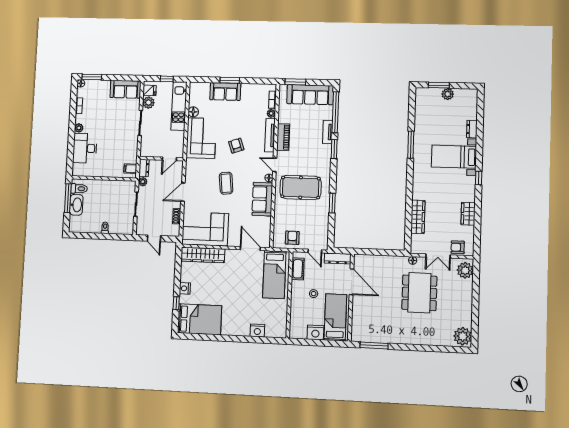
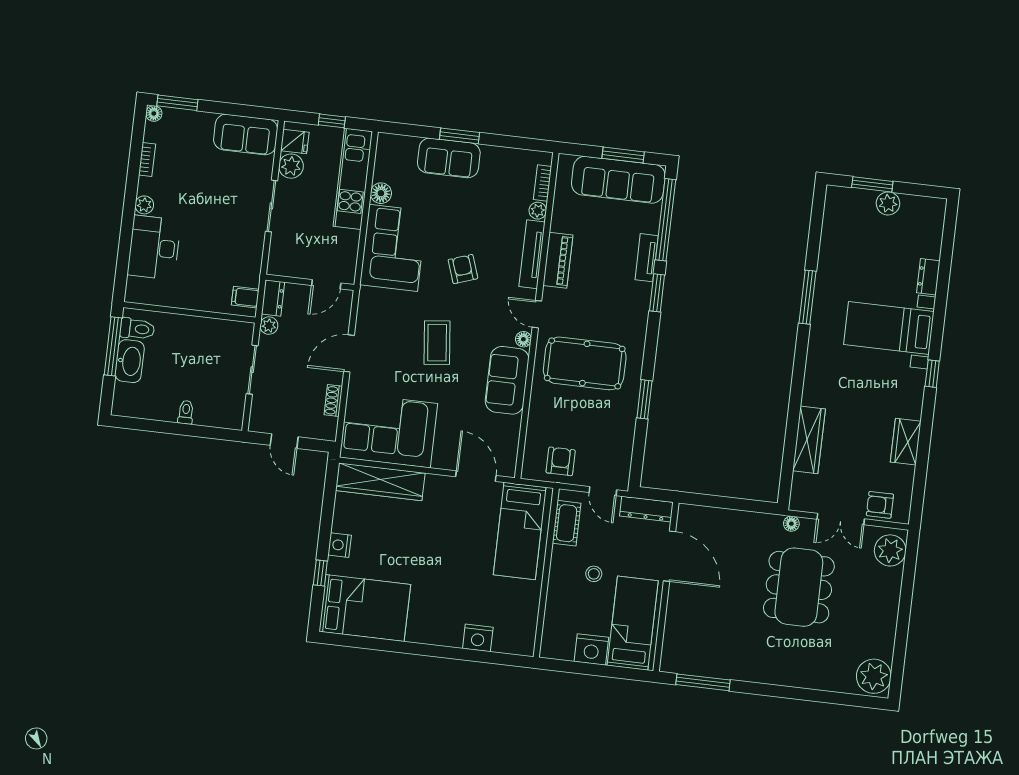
window: (295, 82) -> (623, 155), moved

